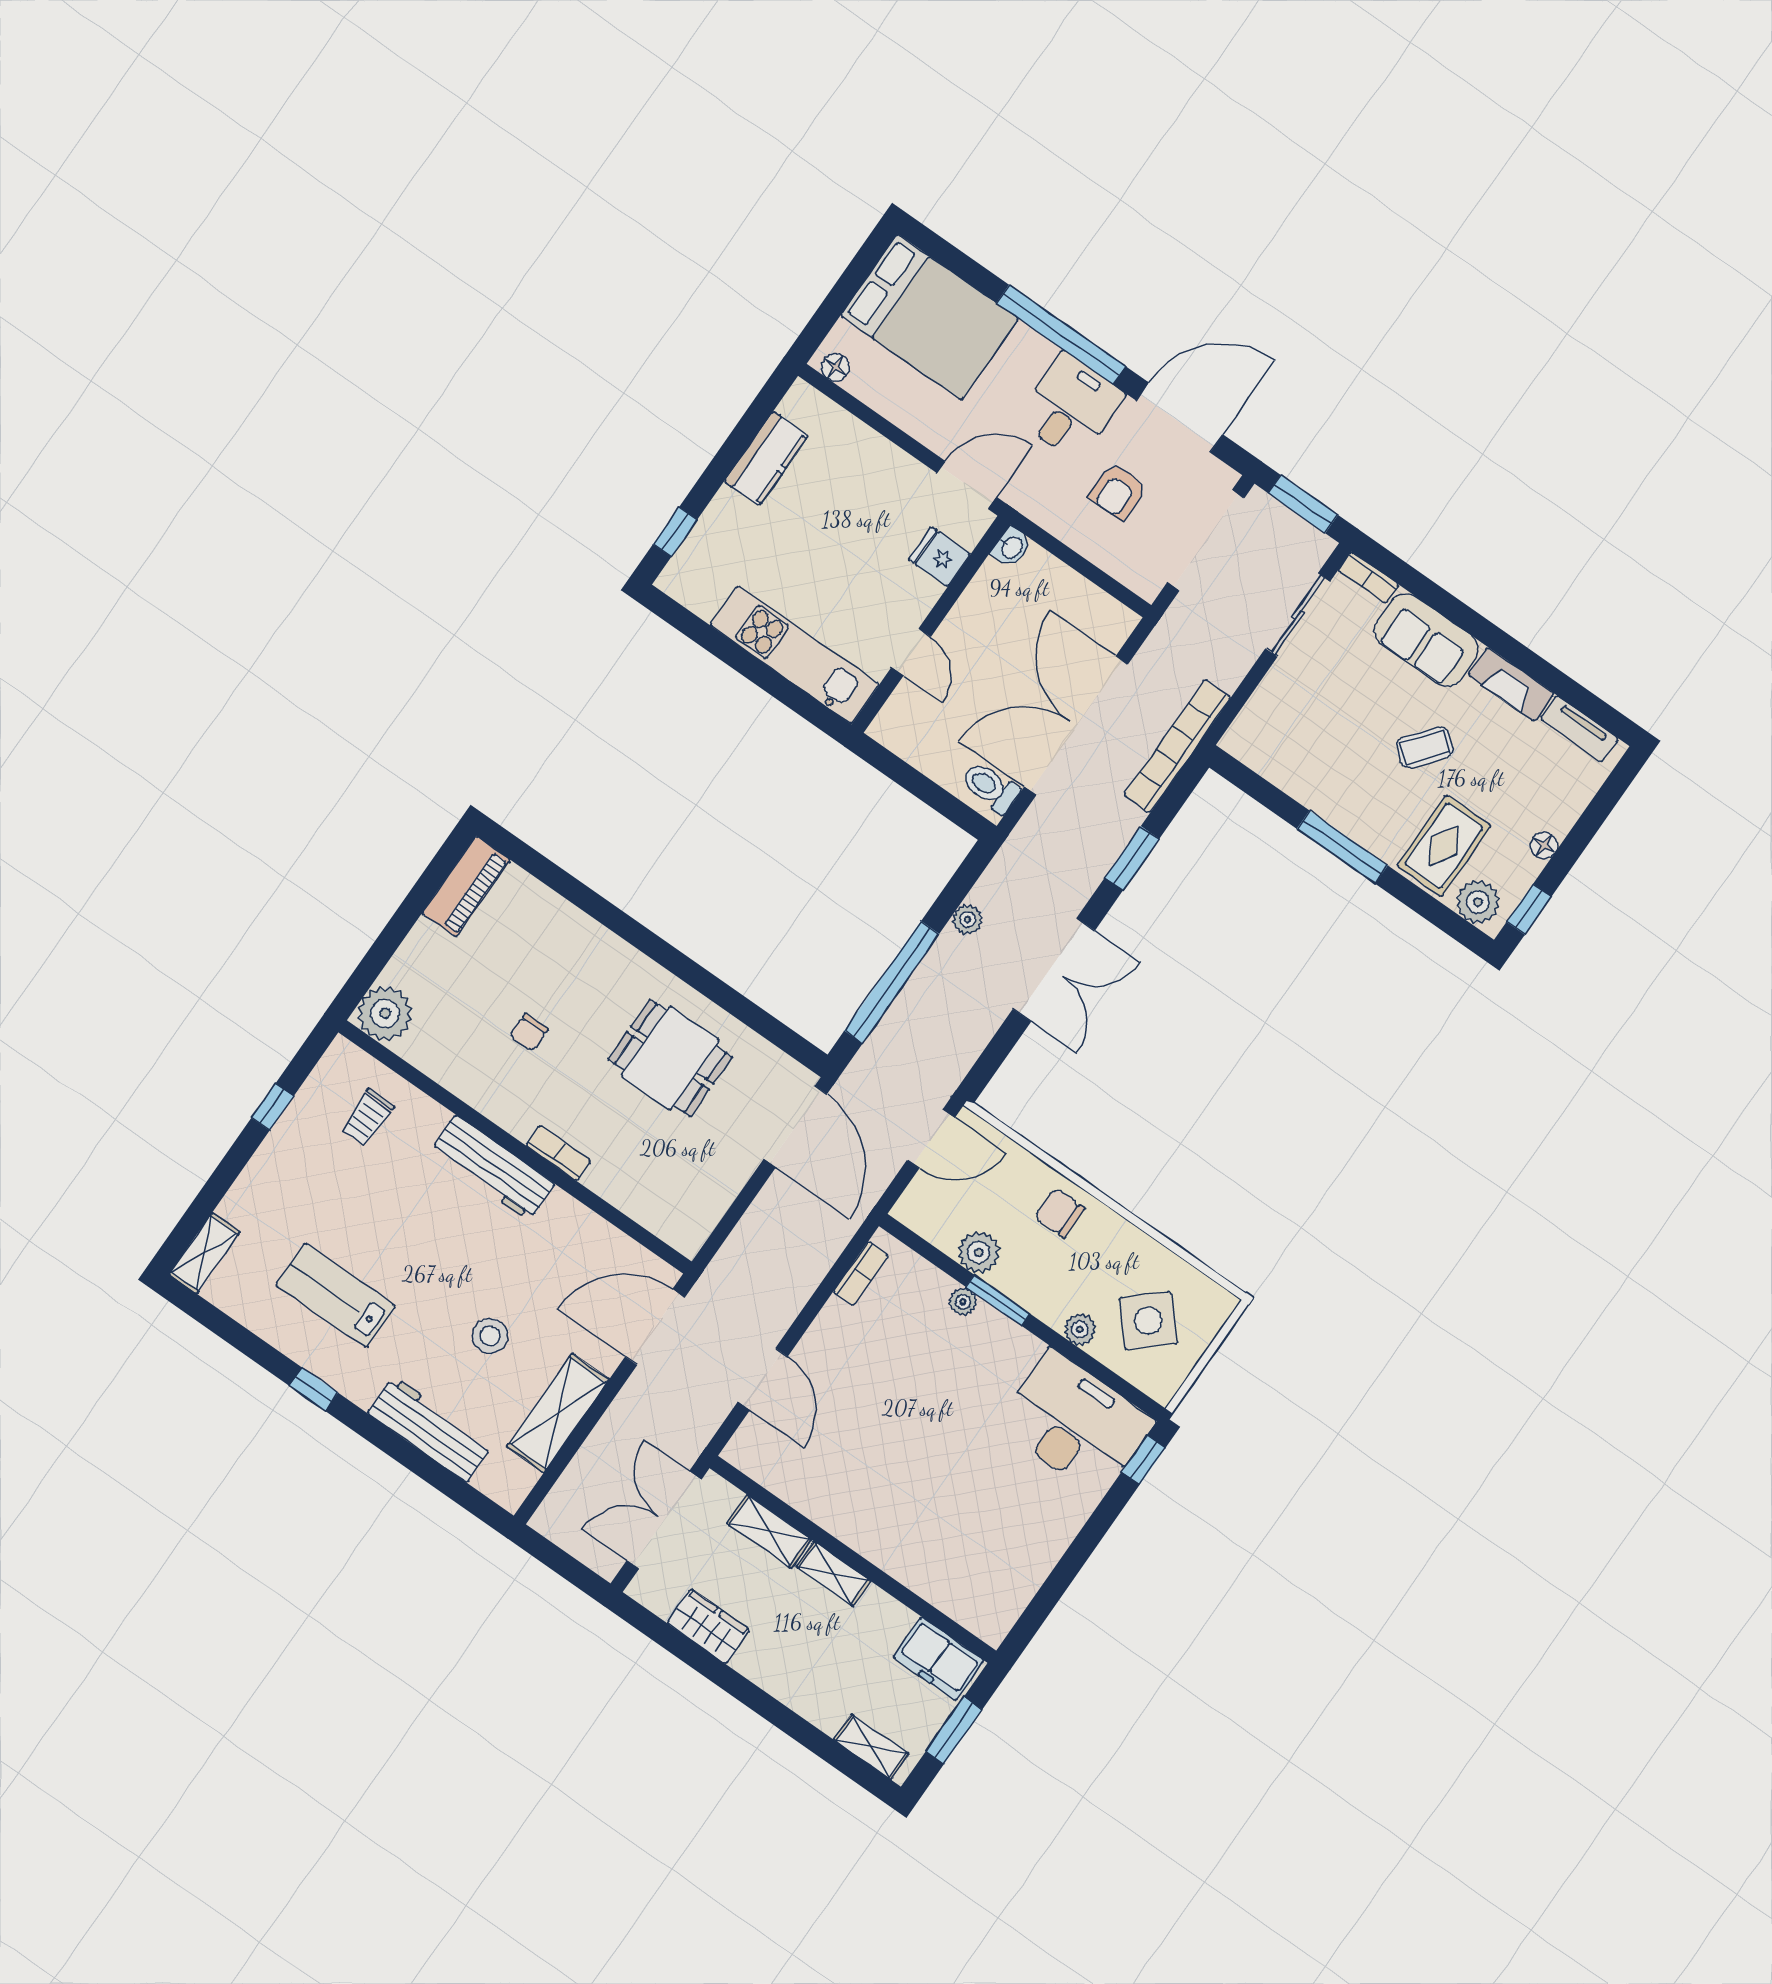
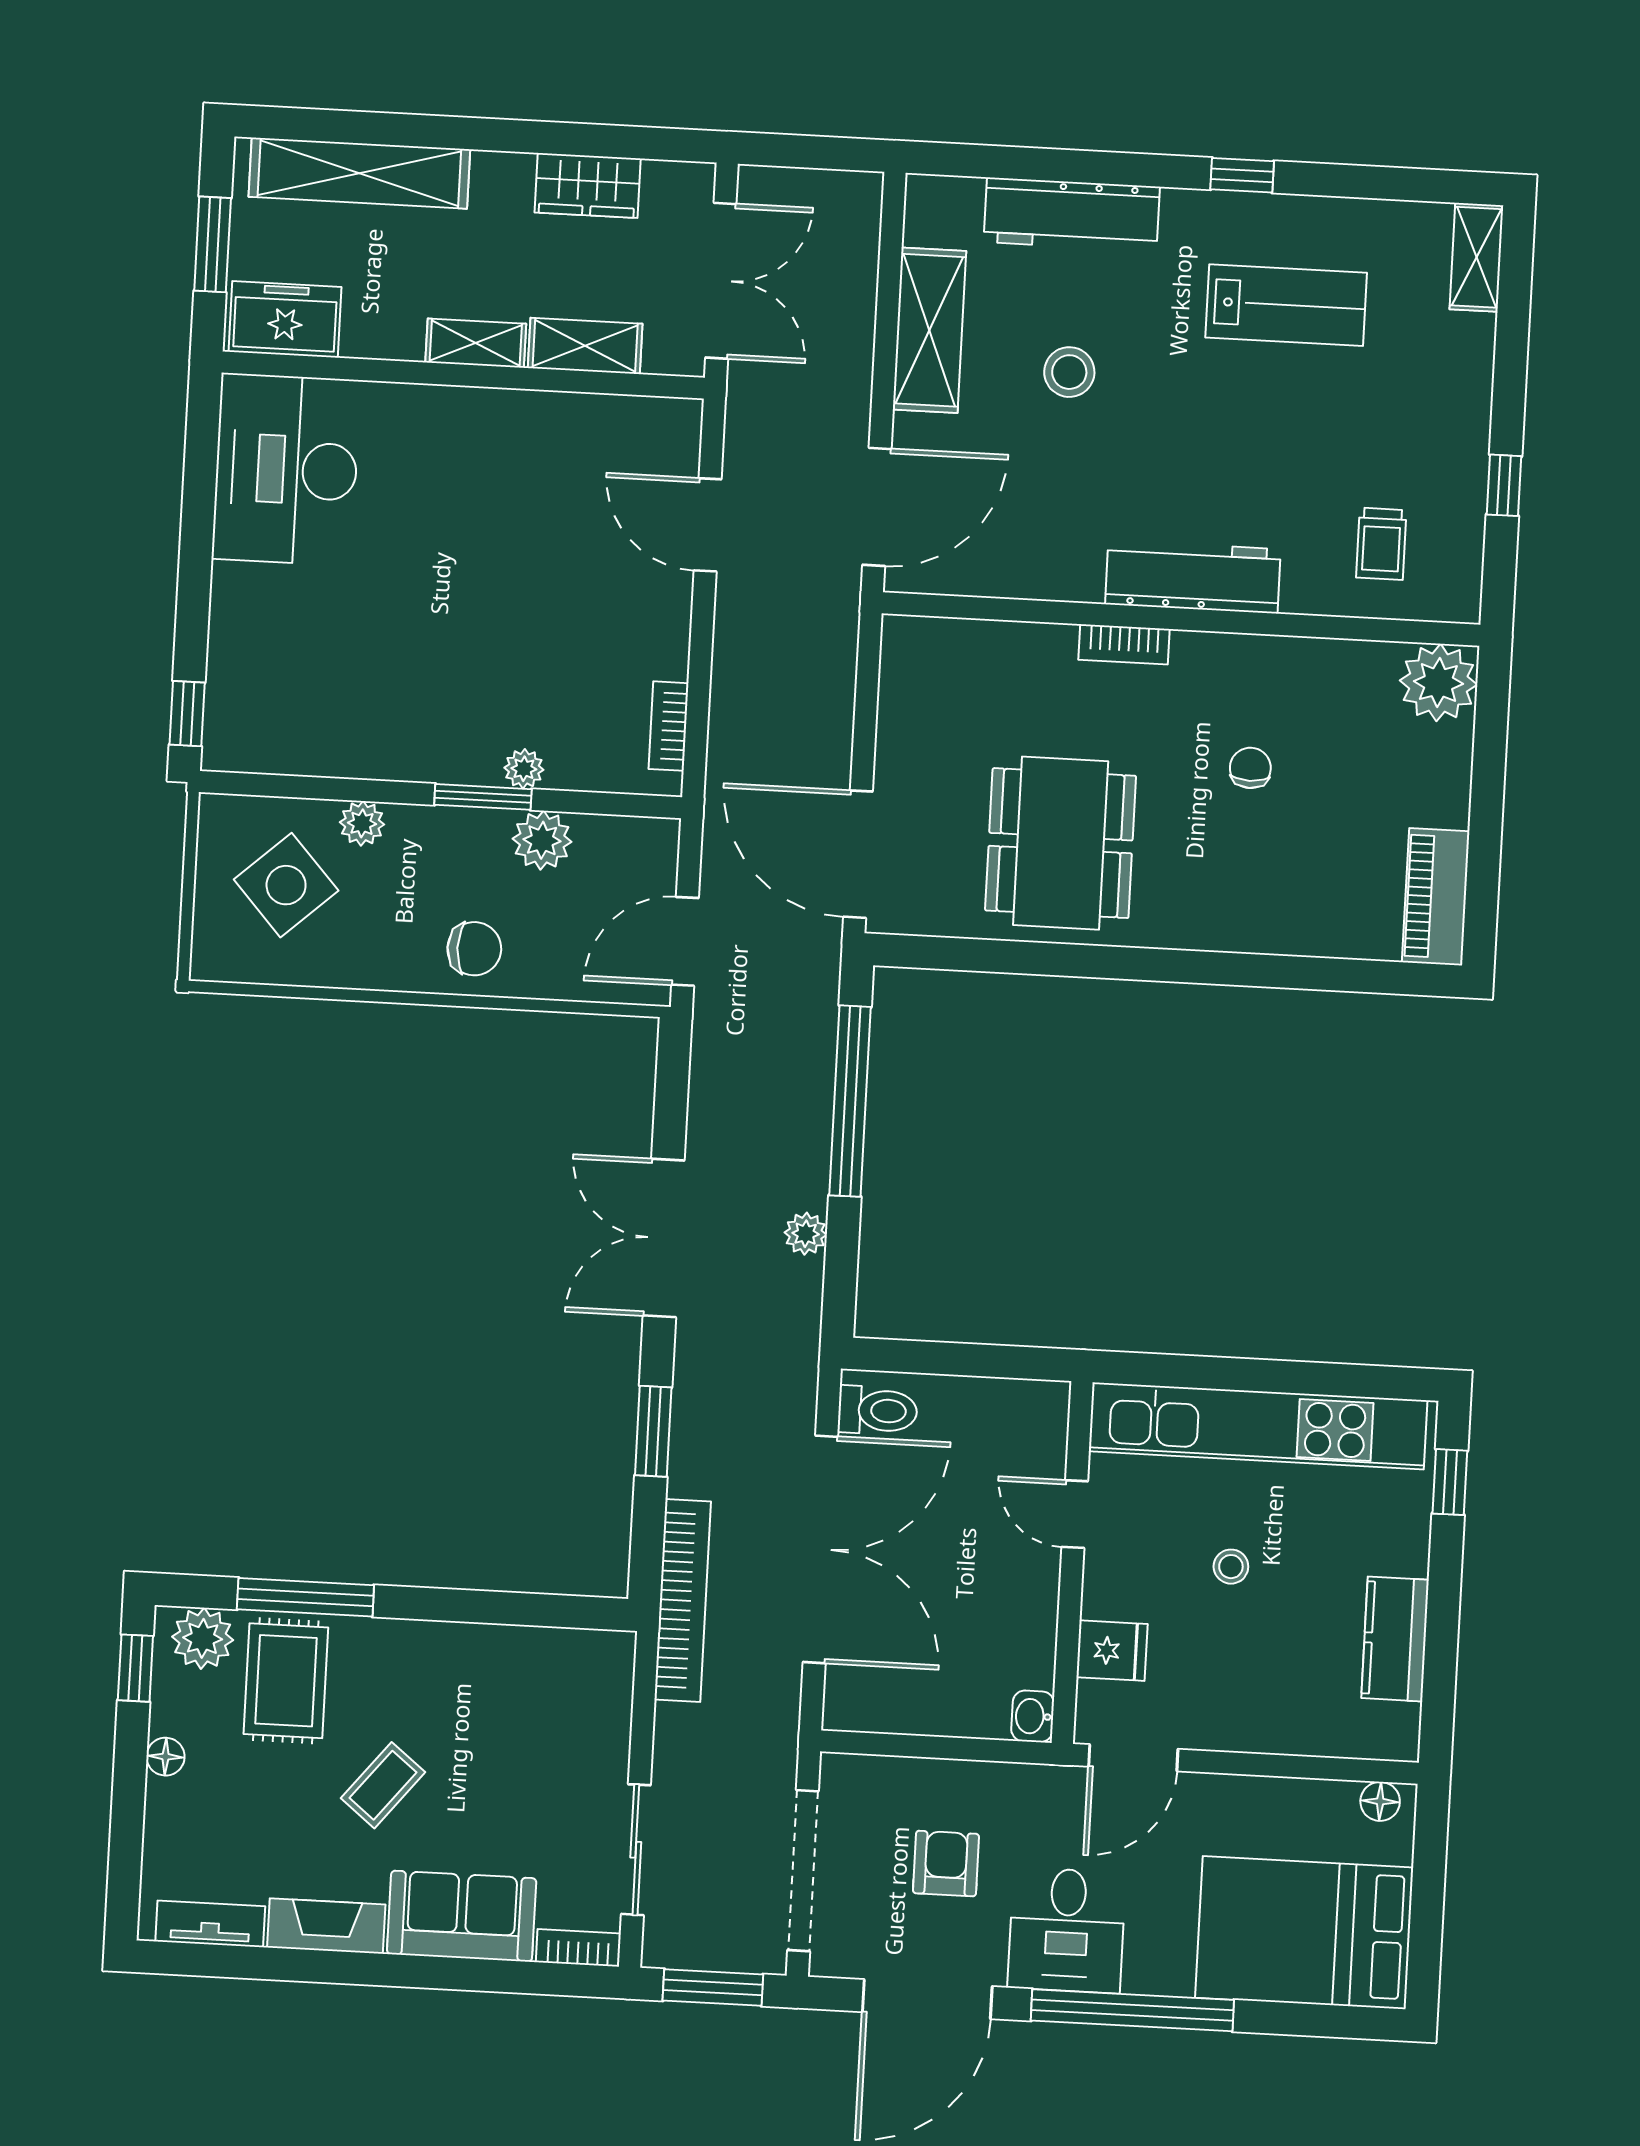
stool: (837, 563) -> (1231, 1567), added
kitchen unit: (795, 655) -> (1258, 1426), width x1.36
window: (1342, 847) -> (305, 1597), moved
dining table: (670, 1058) -> (1061, 843), width x1.38
trolley: (368, 1117) -> (1381, 544), turned 180
desk: (1075, 1423) -> (286, 469), moved, turned 90
shelving: (871, 1747) -> (359, 173), width x2.20, depth x1.33

